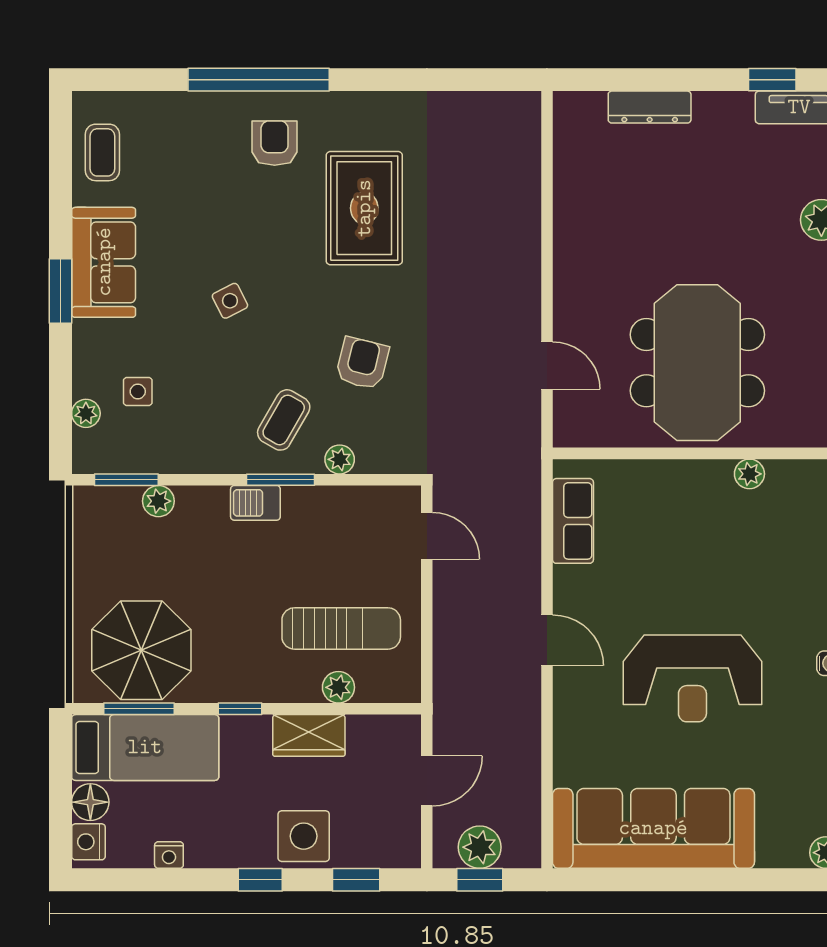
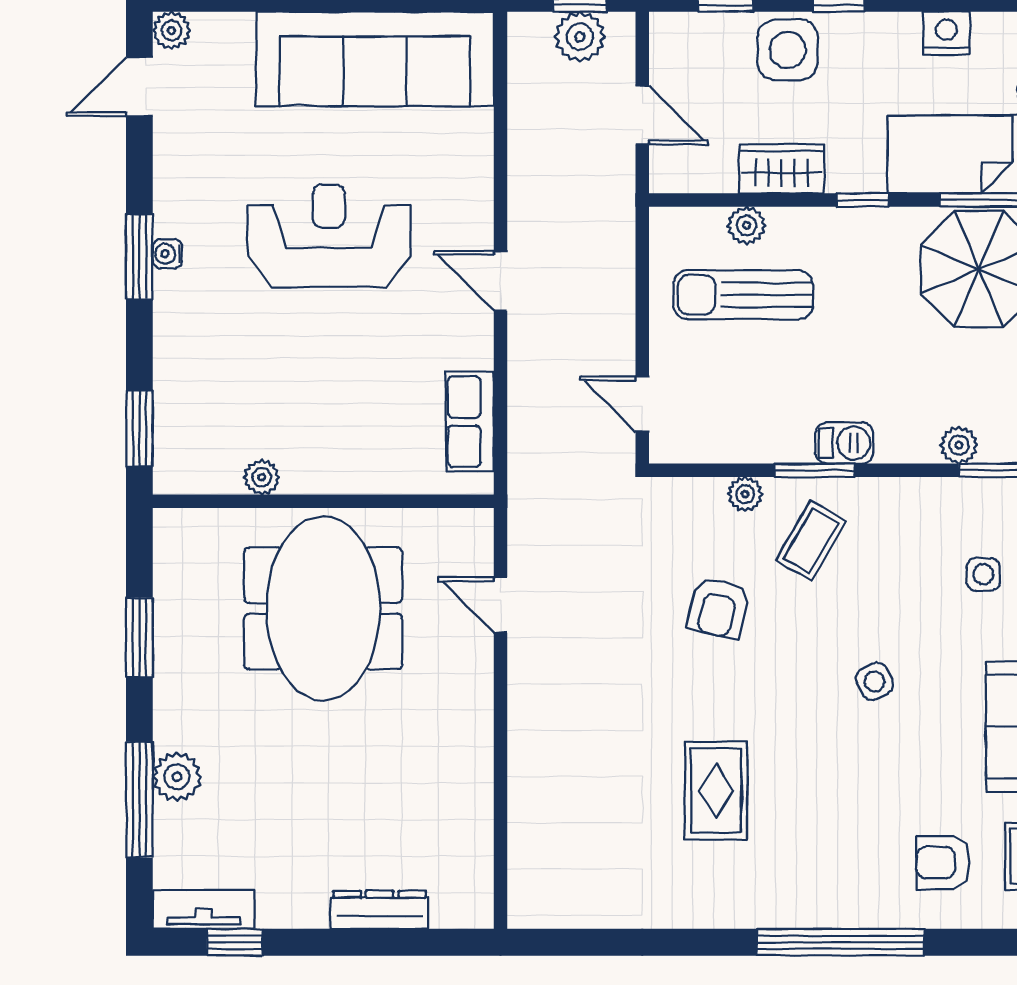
armchair: (275, 143) -> (943, 863), moved, turned 90
rug: (364, 208) -> (716, 791), width x0.73, depth x0.70
door: (427, 781) -> (642, 115), swing flipped
nightstand: (169, 855) -> (946, 33), width x1.39, depth x1.35

